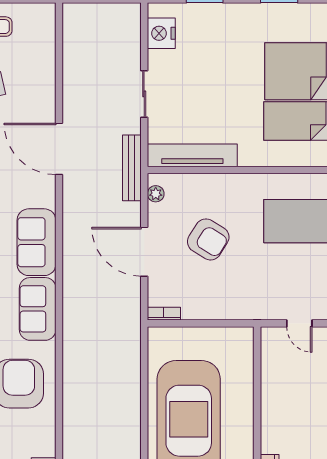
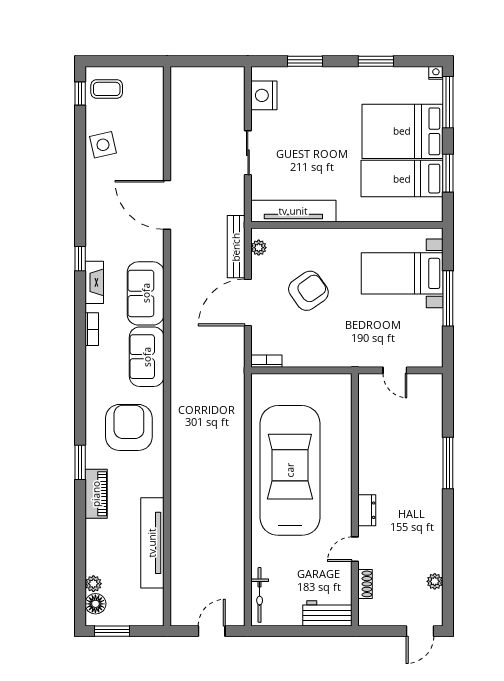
bench: (132, 168) -> (236, 247), moved
armchair: (208, 239) -> (308, 291), turned -67
door: (144, 252) -> (248, 302), hinge flipped

